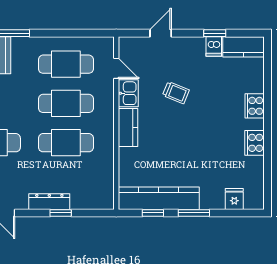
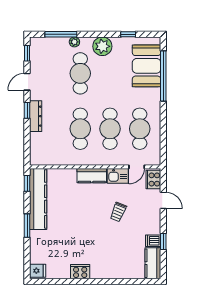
cooker: (255, 106) -> (153, 179), moved, turned -90
fridge: (234, 199) -> (38, 271), moved
window: (61, 213) -> (27, 110), moved
window: (153, 213) -> (27, 183), moved

